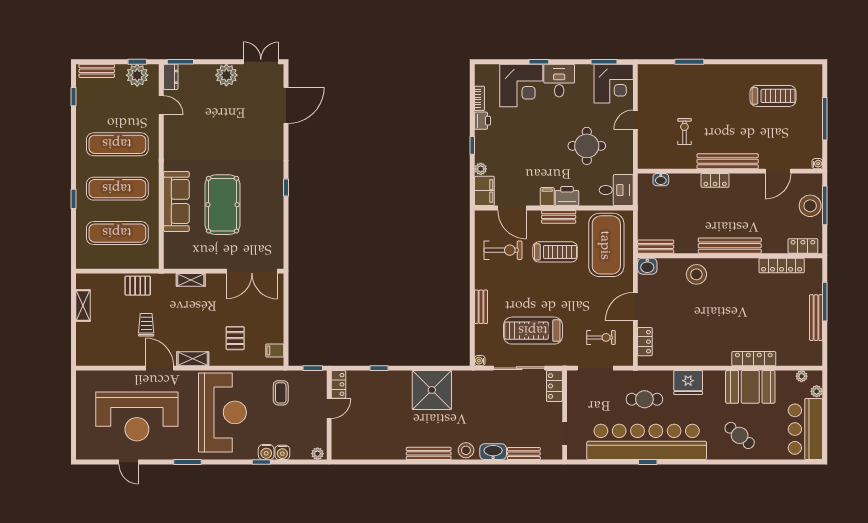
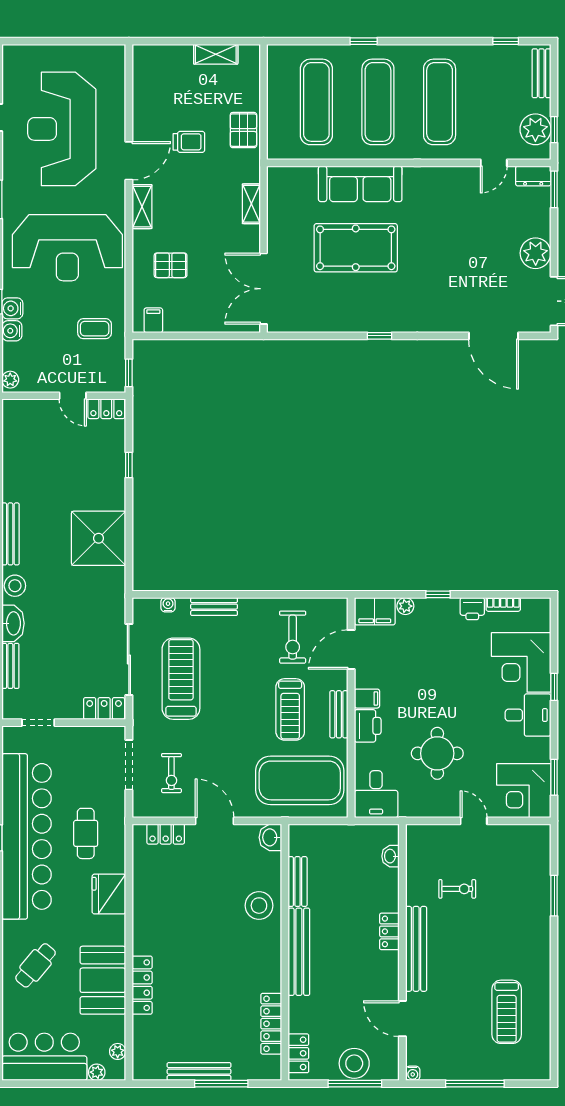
bench: (656, 247) -> (298, 882), moved
water cooler: (480, 361) -> (168, 605), moved

